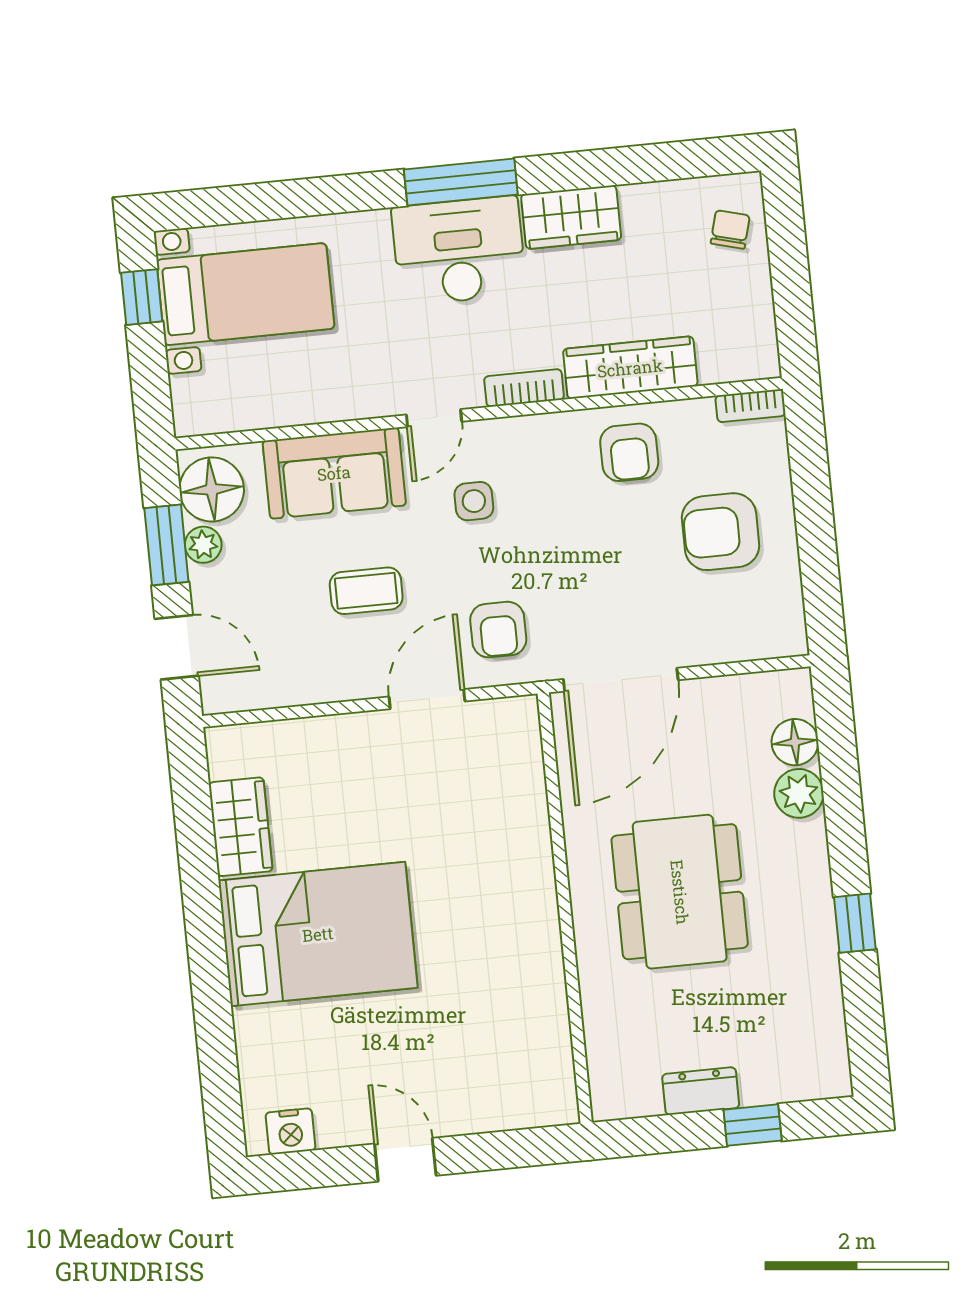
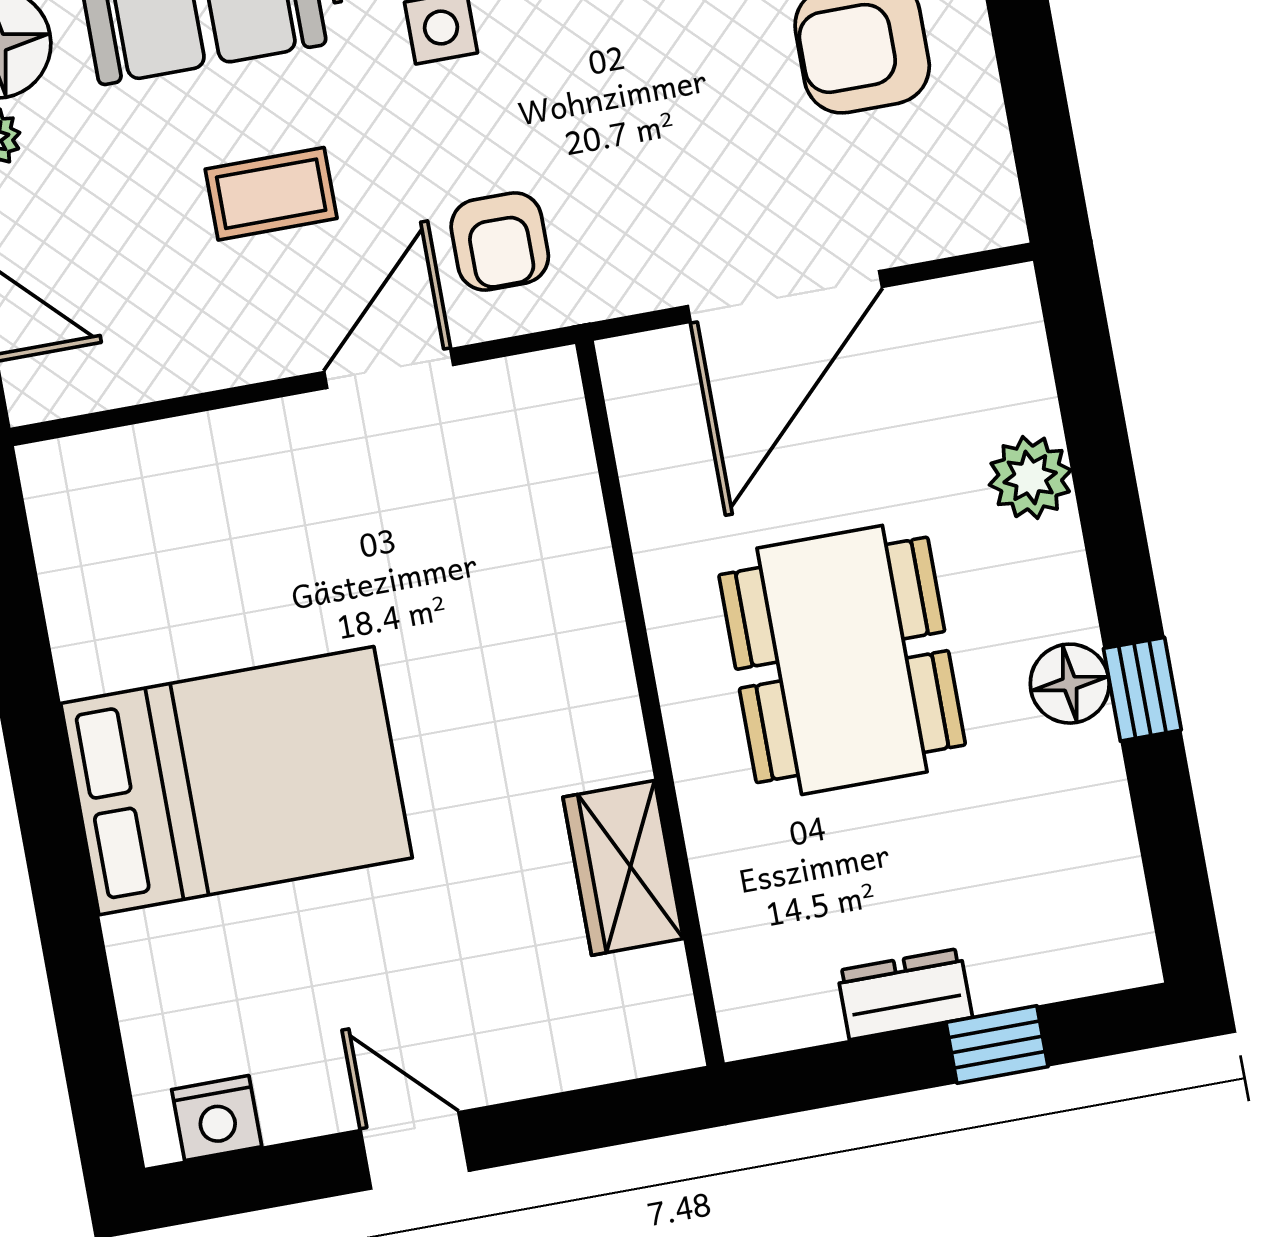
door: (621, 680) -> (785, 297), moved
floor lamp: (795, 742) -> (1070, 684), moved
wardrobe: (241, 827) -> (623, 868), moved, turned 180

